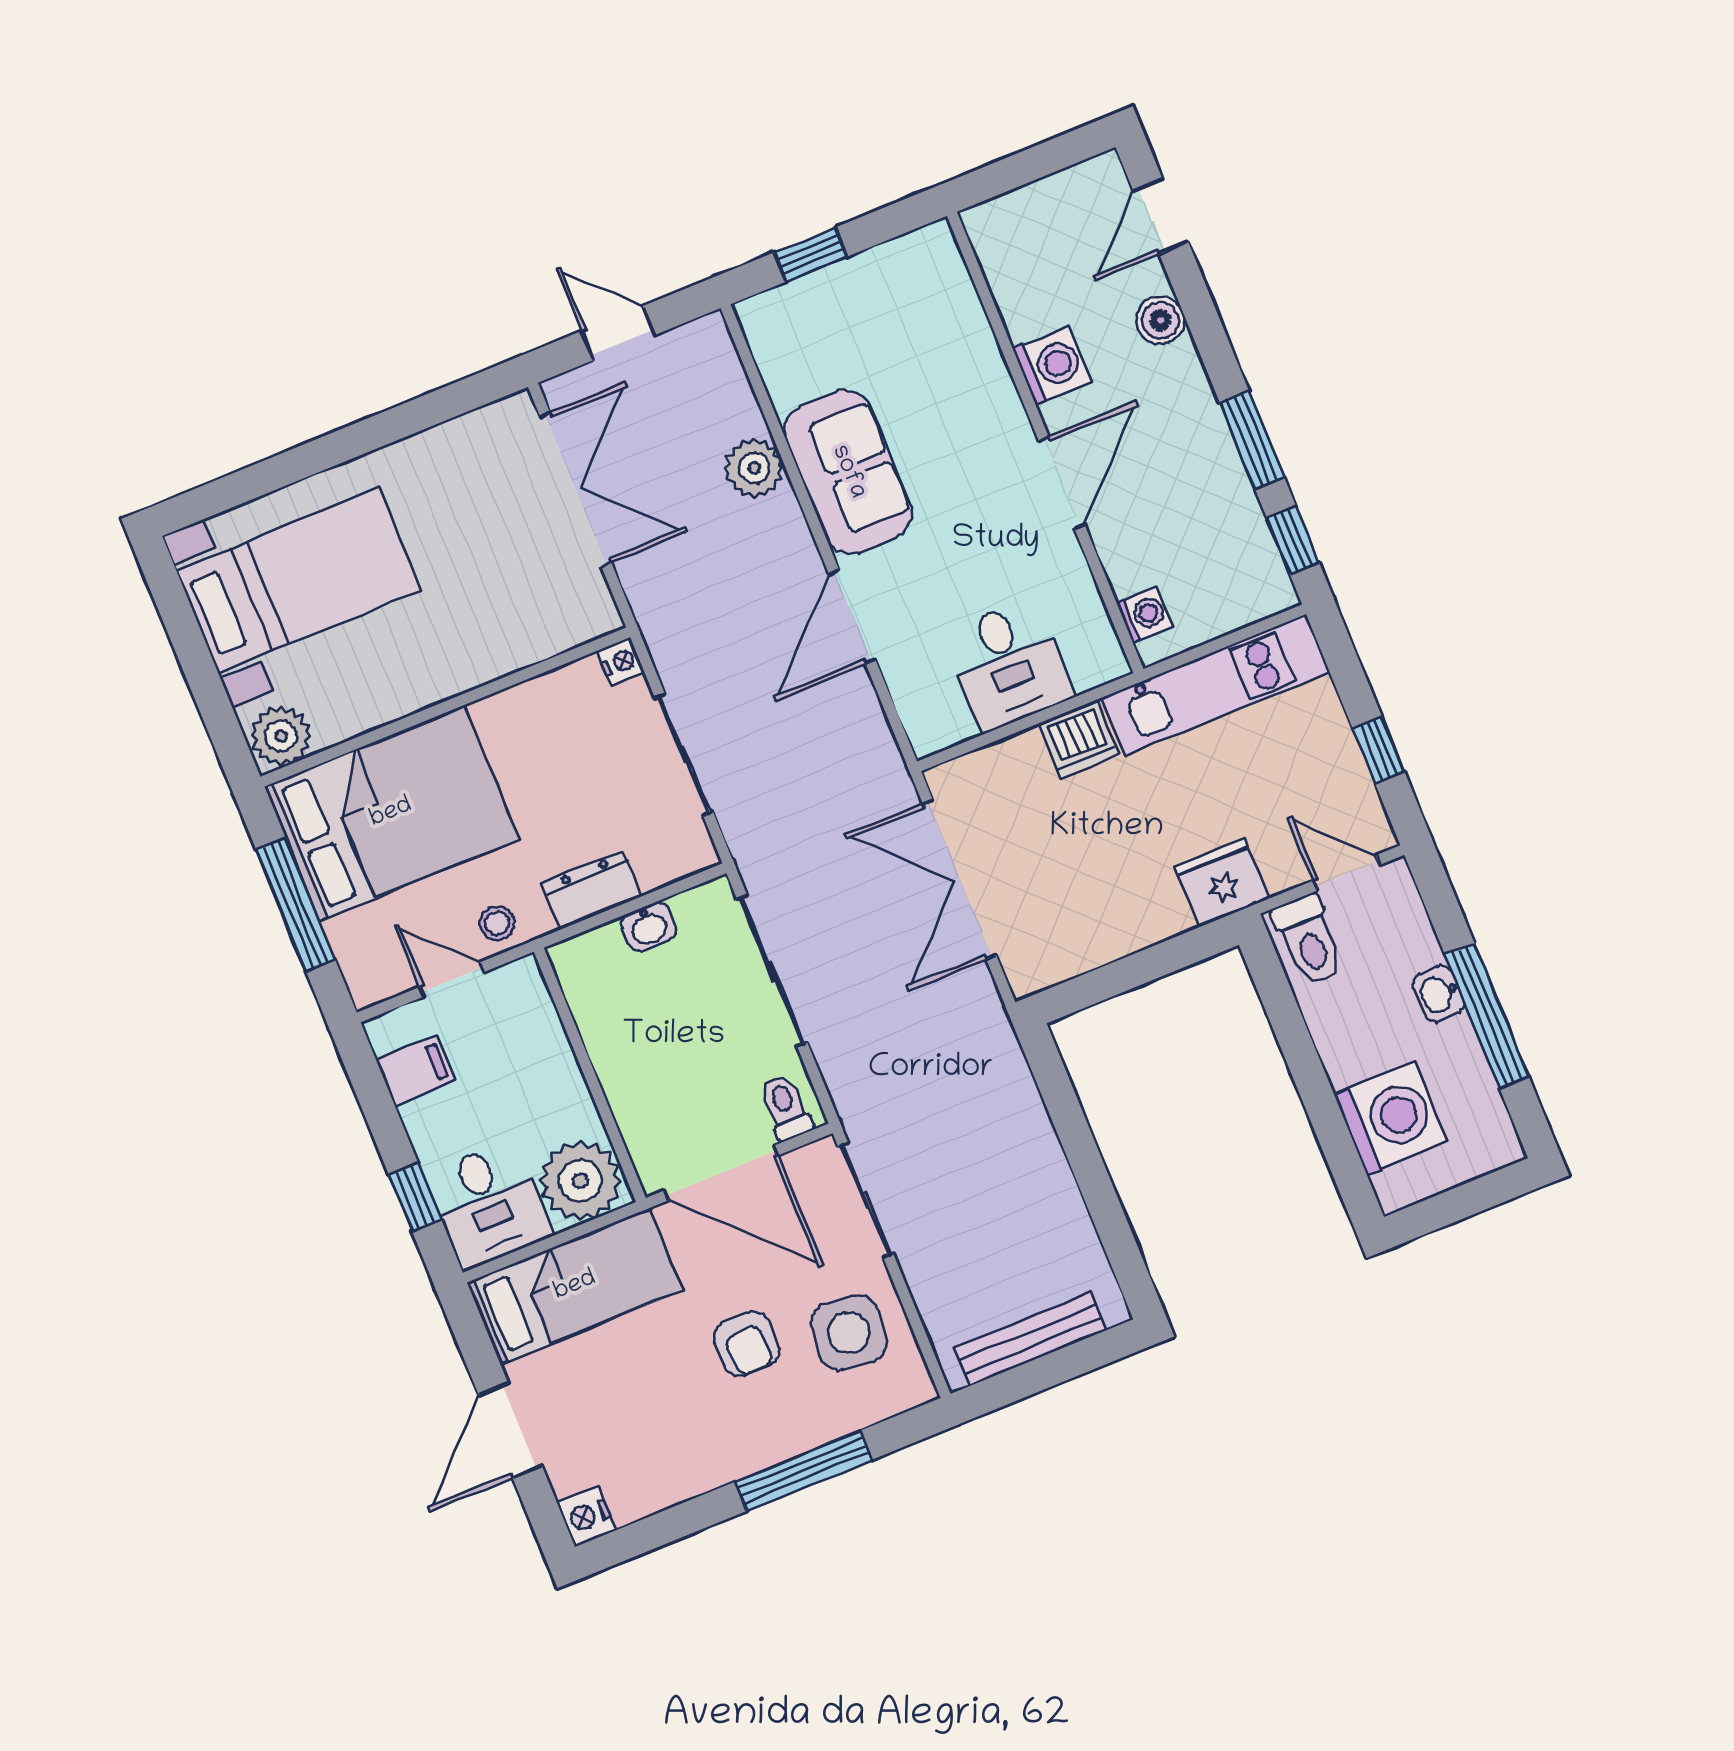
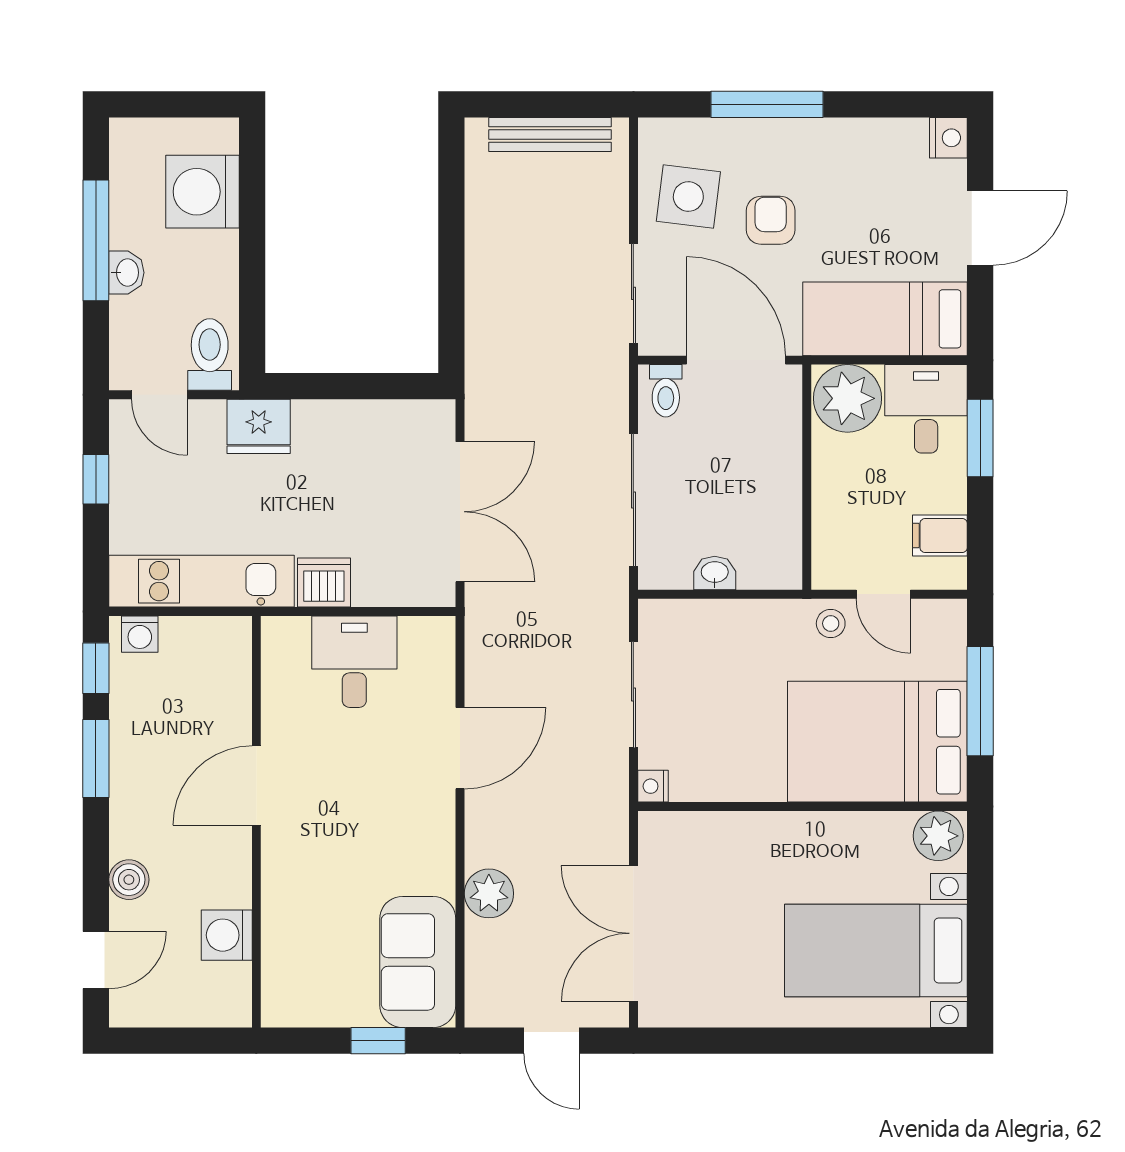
washing machine: (1052, 365) -> (227, 935), moved
sofa: (848, 472) -> (418, 962), moved
washing machine: (1145, 614) -> (140, 634), moved, turned -90
dresser: (592, 890) -> (747, 619), removed
window: (415, 1197) -> (980, 438), width x1.50

